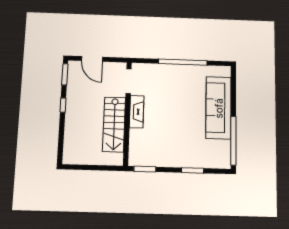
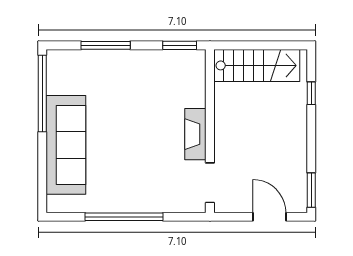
window: (63, 105) -> (311, 93), moved
stairs: (114, 124) -> (257, 65), moved, turned 90
window: (193, 170) -> (106, 45), width x1.44

